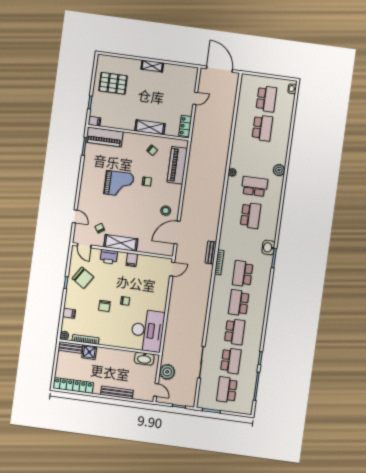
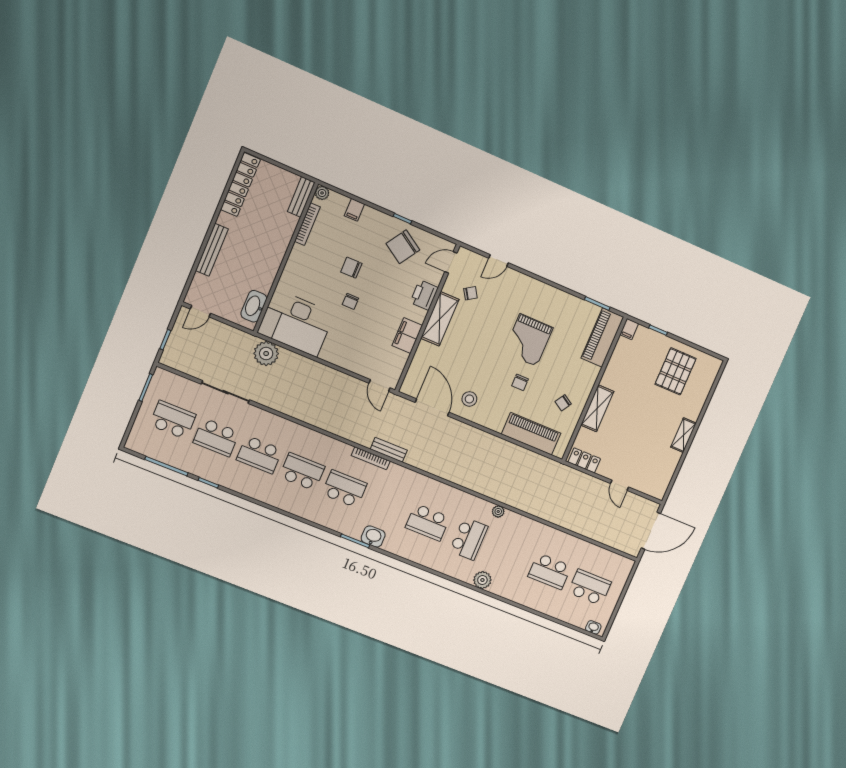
school desk: (266, 99) -> (590, 587), turned 180
filing cabinet: (132, 260) -> (407, 335), width x2.00
shower: (89, 352) -> (286, 224), removed
plant: (167, 372) -> (266, 353), moved

